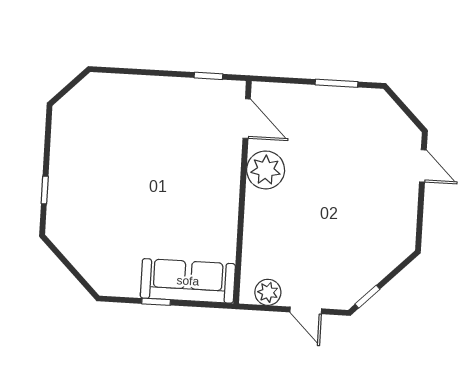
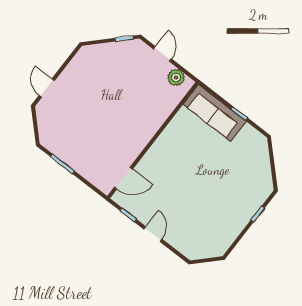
door: (160, 73) -> (153, 234), added
door: (247, 119) -> (123, 178), swing flipped
plant: (266, 170) -> (132, 144), removed

